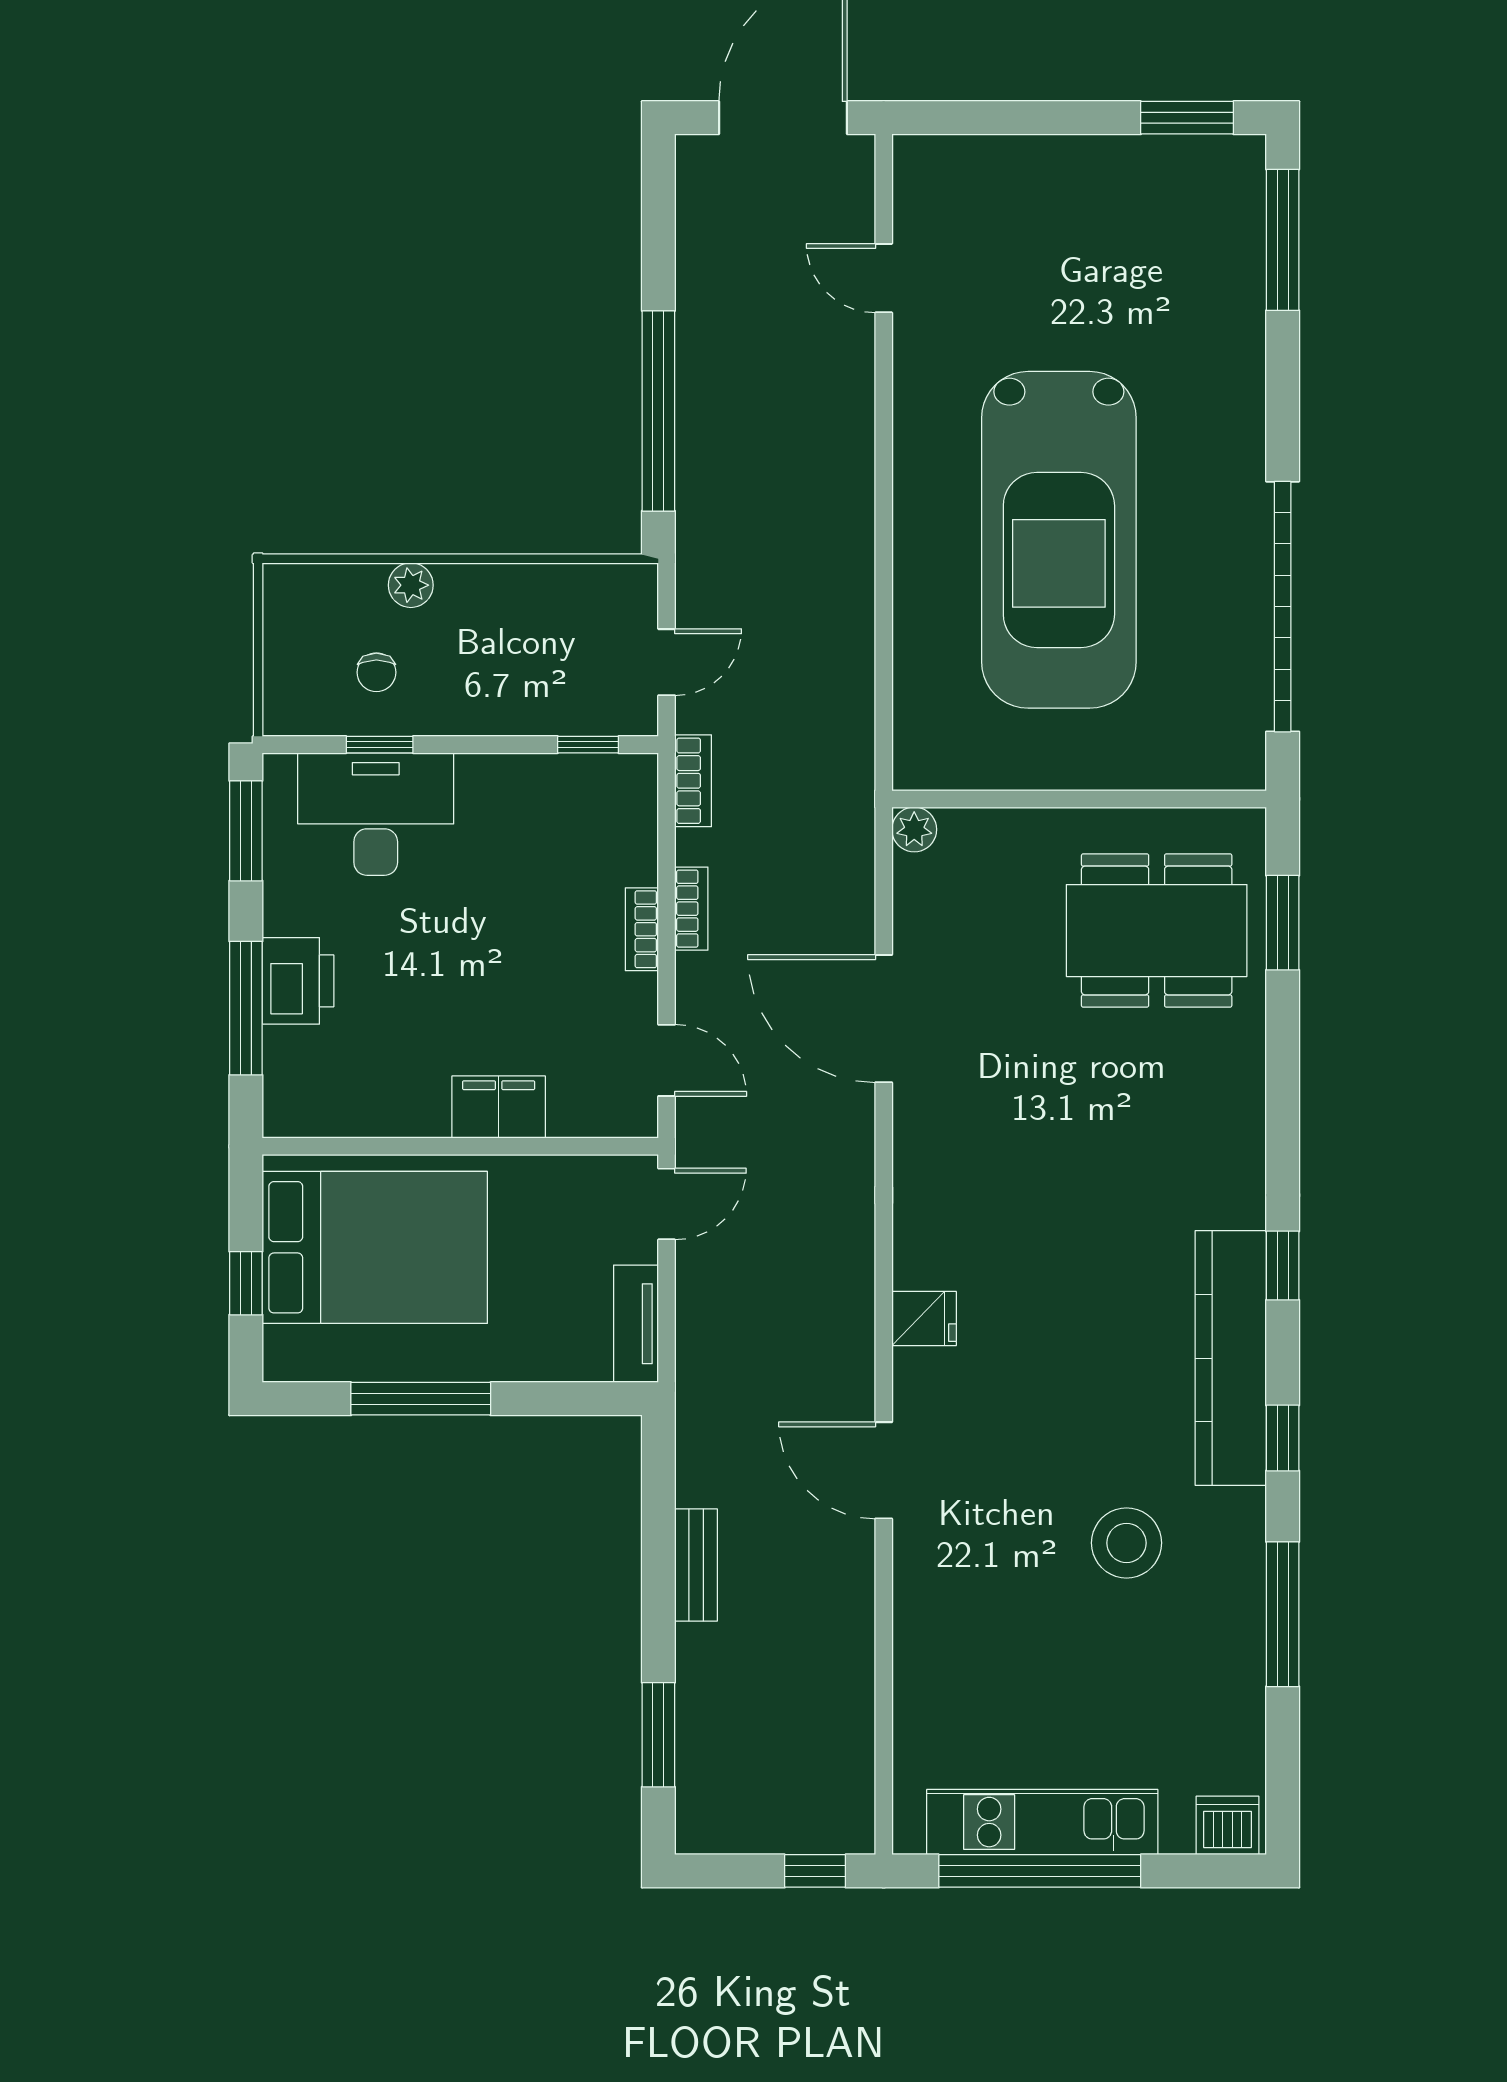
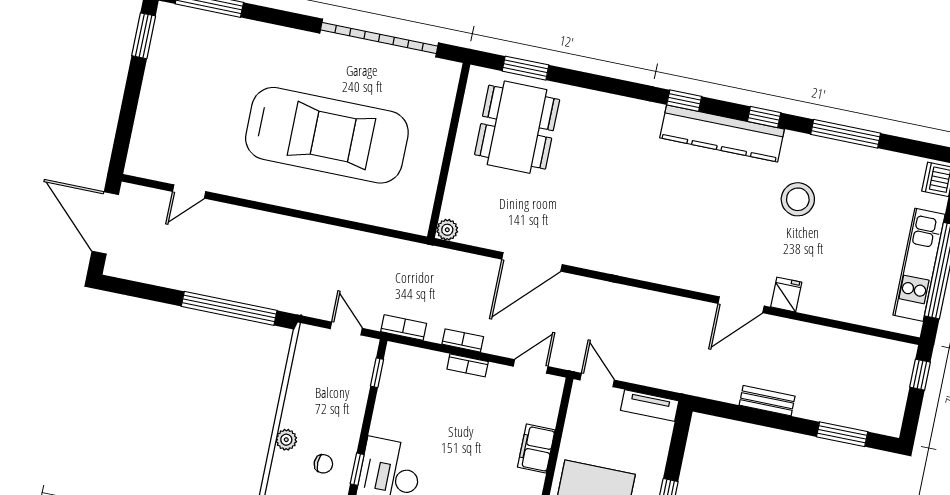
fridge: (924, 1319) -> (786, 295), moved

